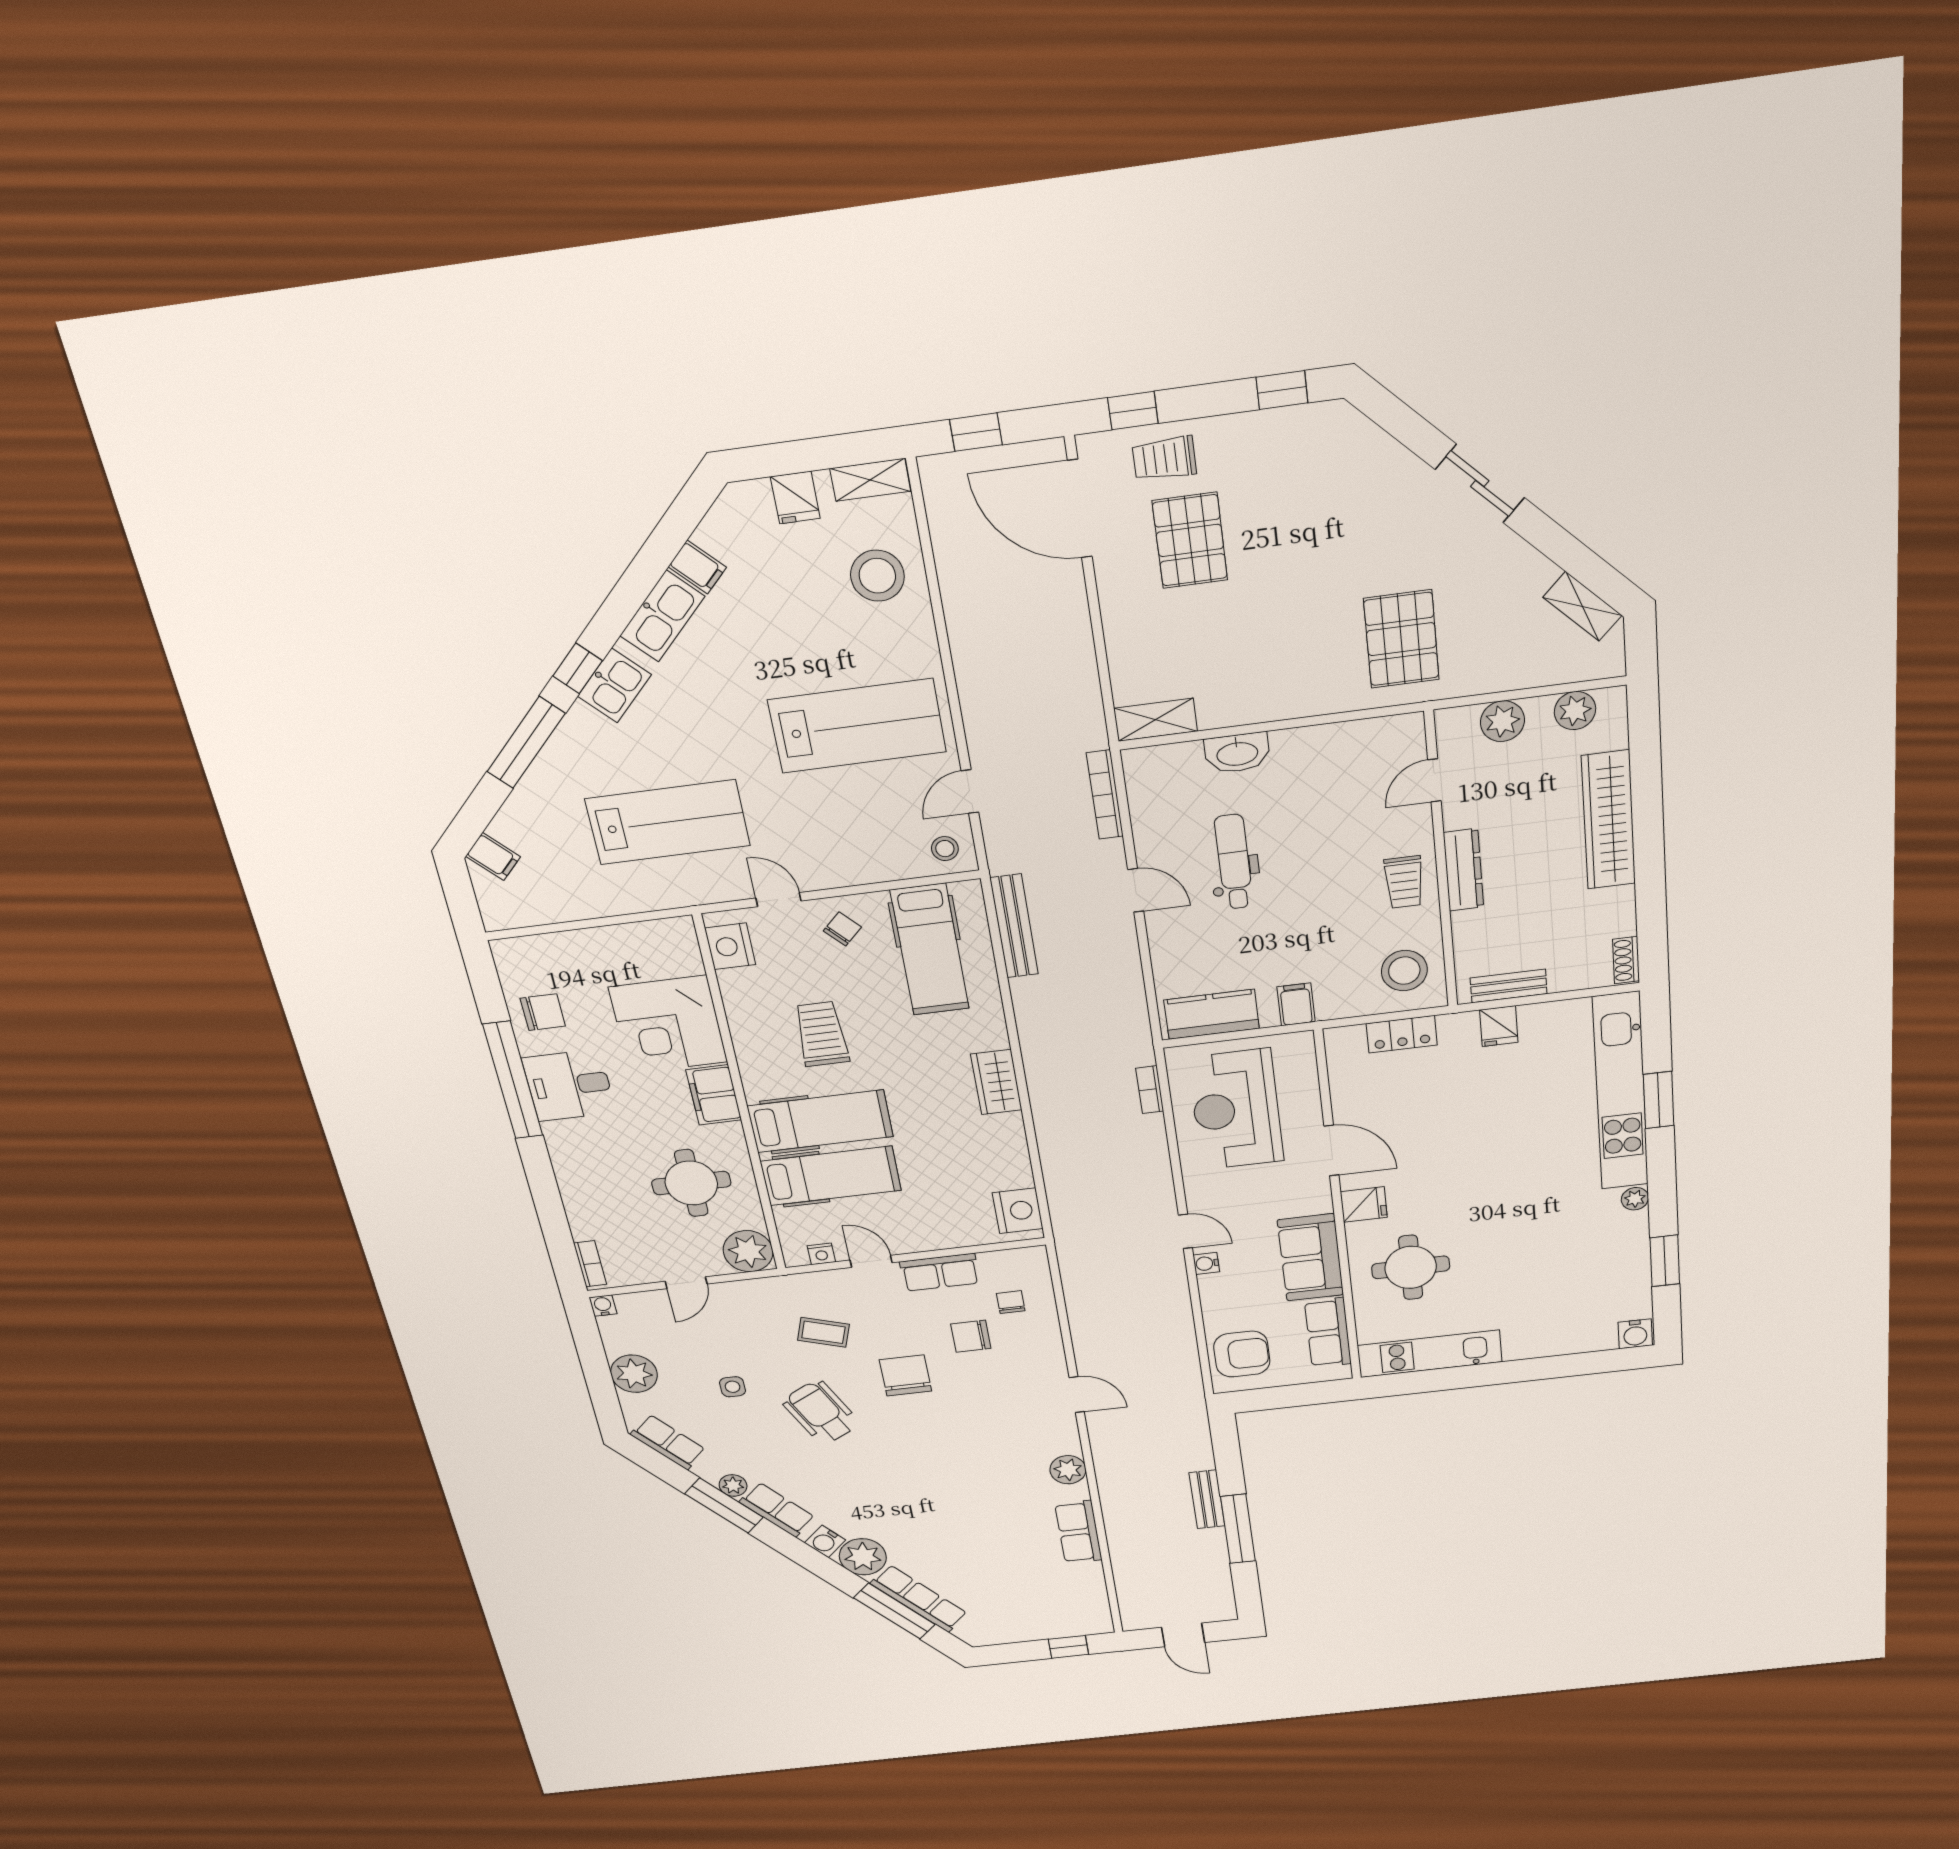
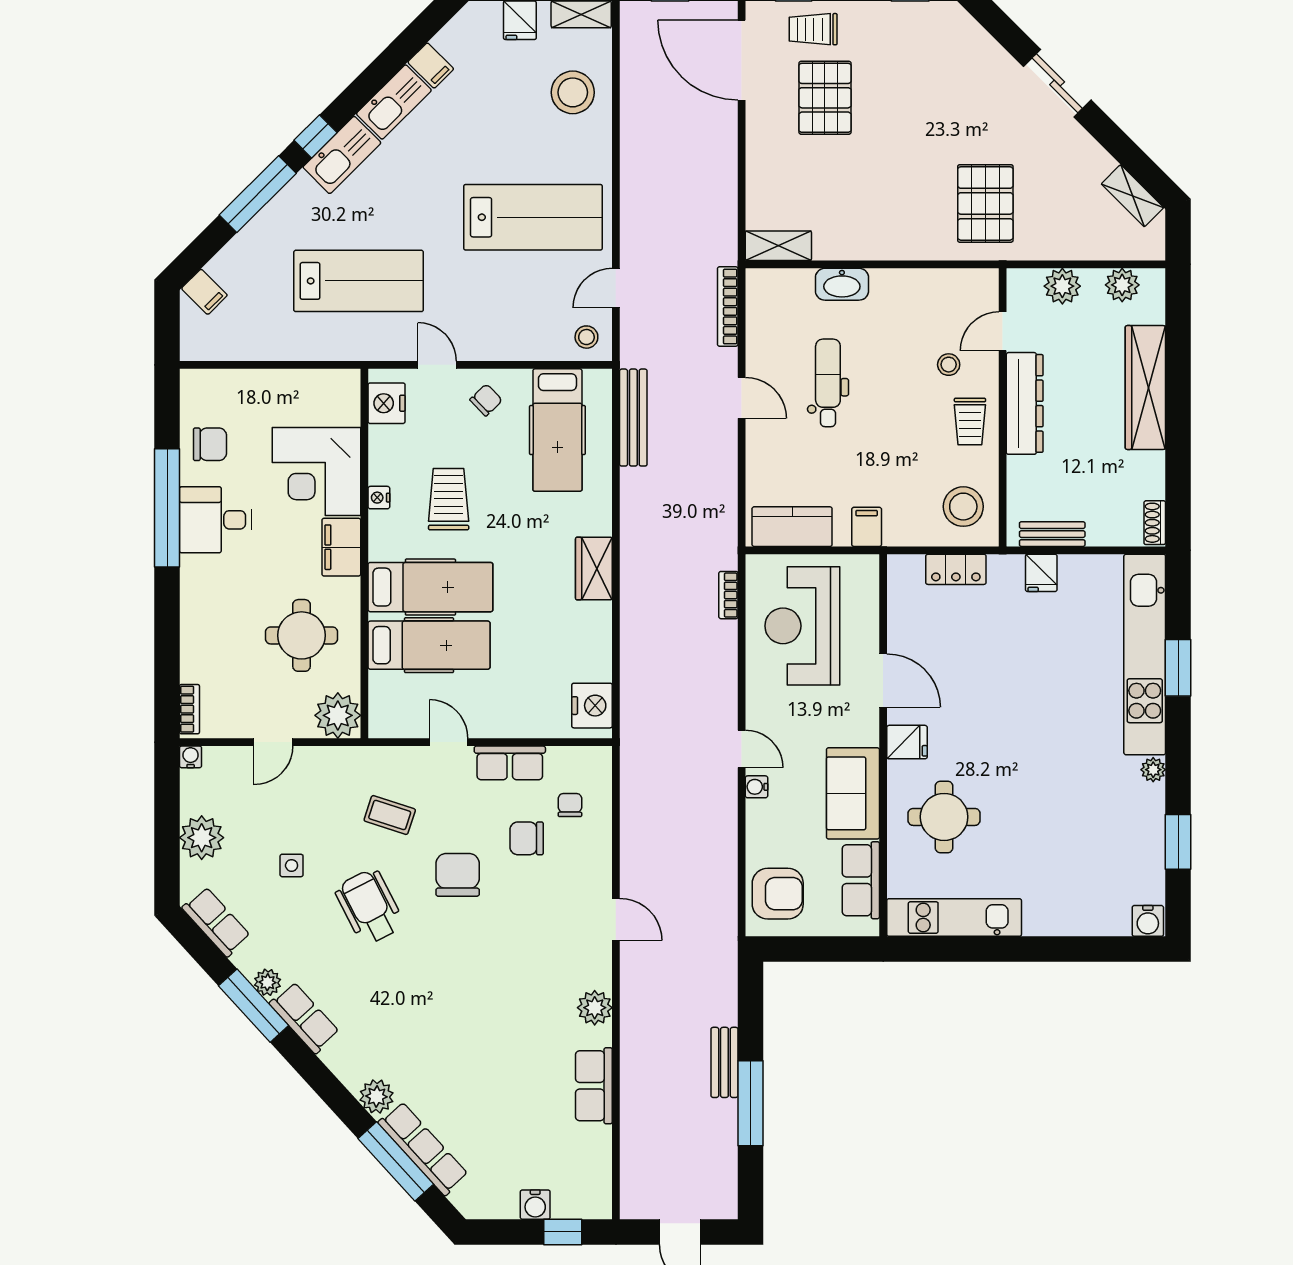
kitchen sink: (614, 685) -> (342, 155), width x1.38
stool: (1373, 825) -> (949, 365), added
dresser: (1463, 870) -> (1025, 403), width x1.37, depth x1.24
nightstand: (821, 1254) -> (379, 498), moved, turned 90
water cooler: (825, 1541) -> (535, 1205), moved, turned -48
plant: (863, 1557) -> (377, 1096), width x0.73, depth x0.73

